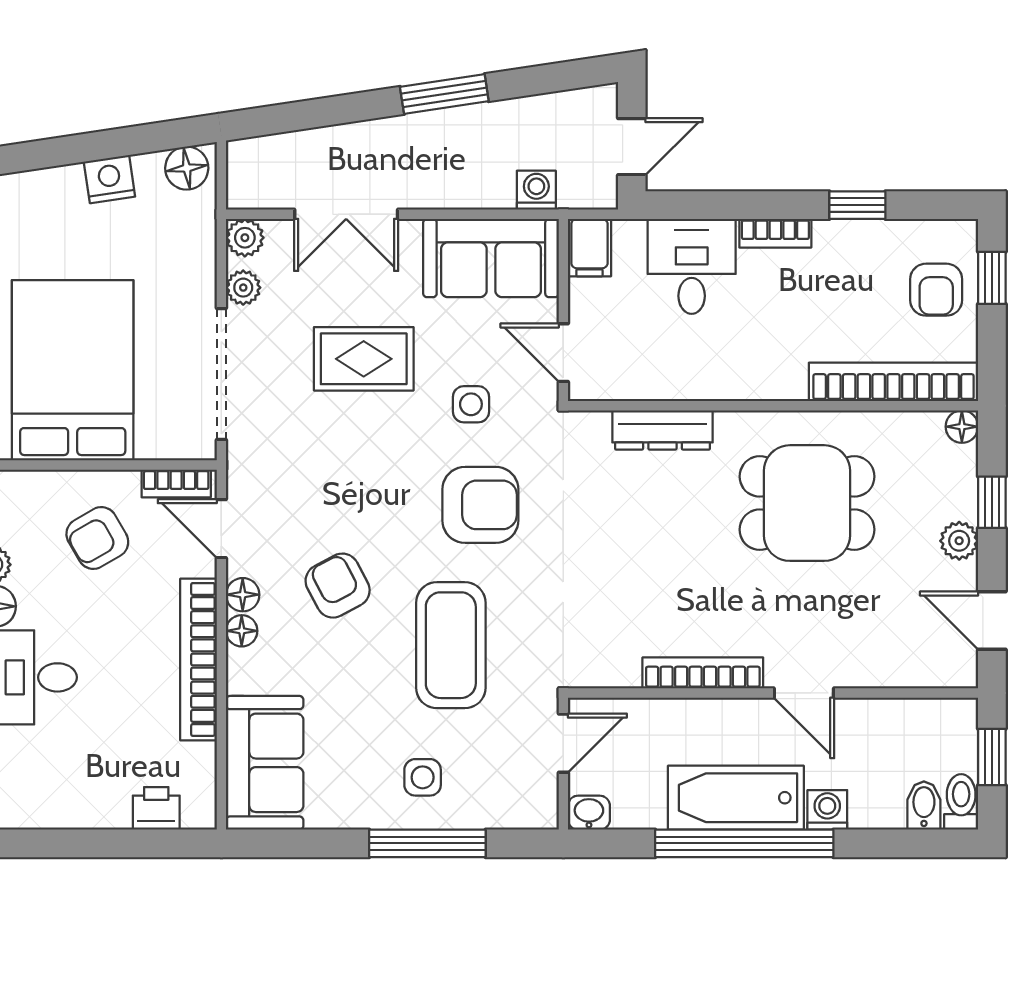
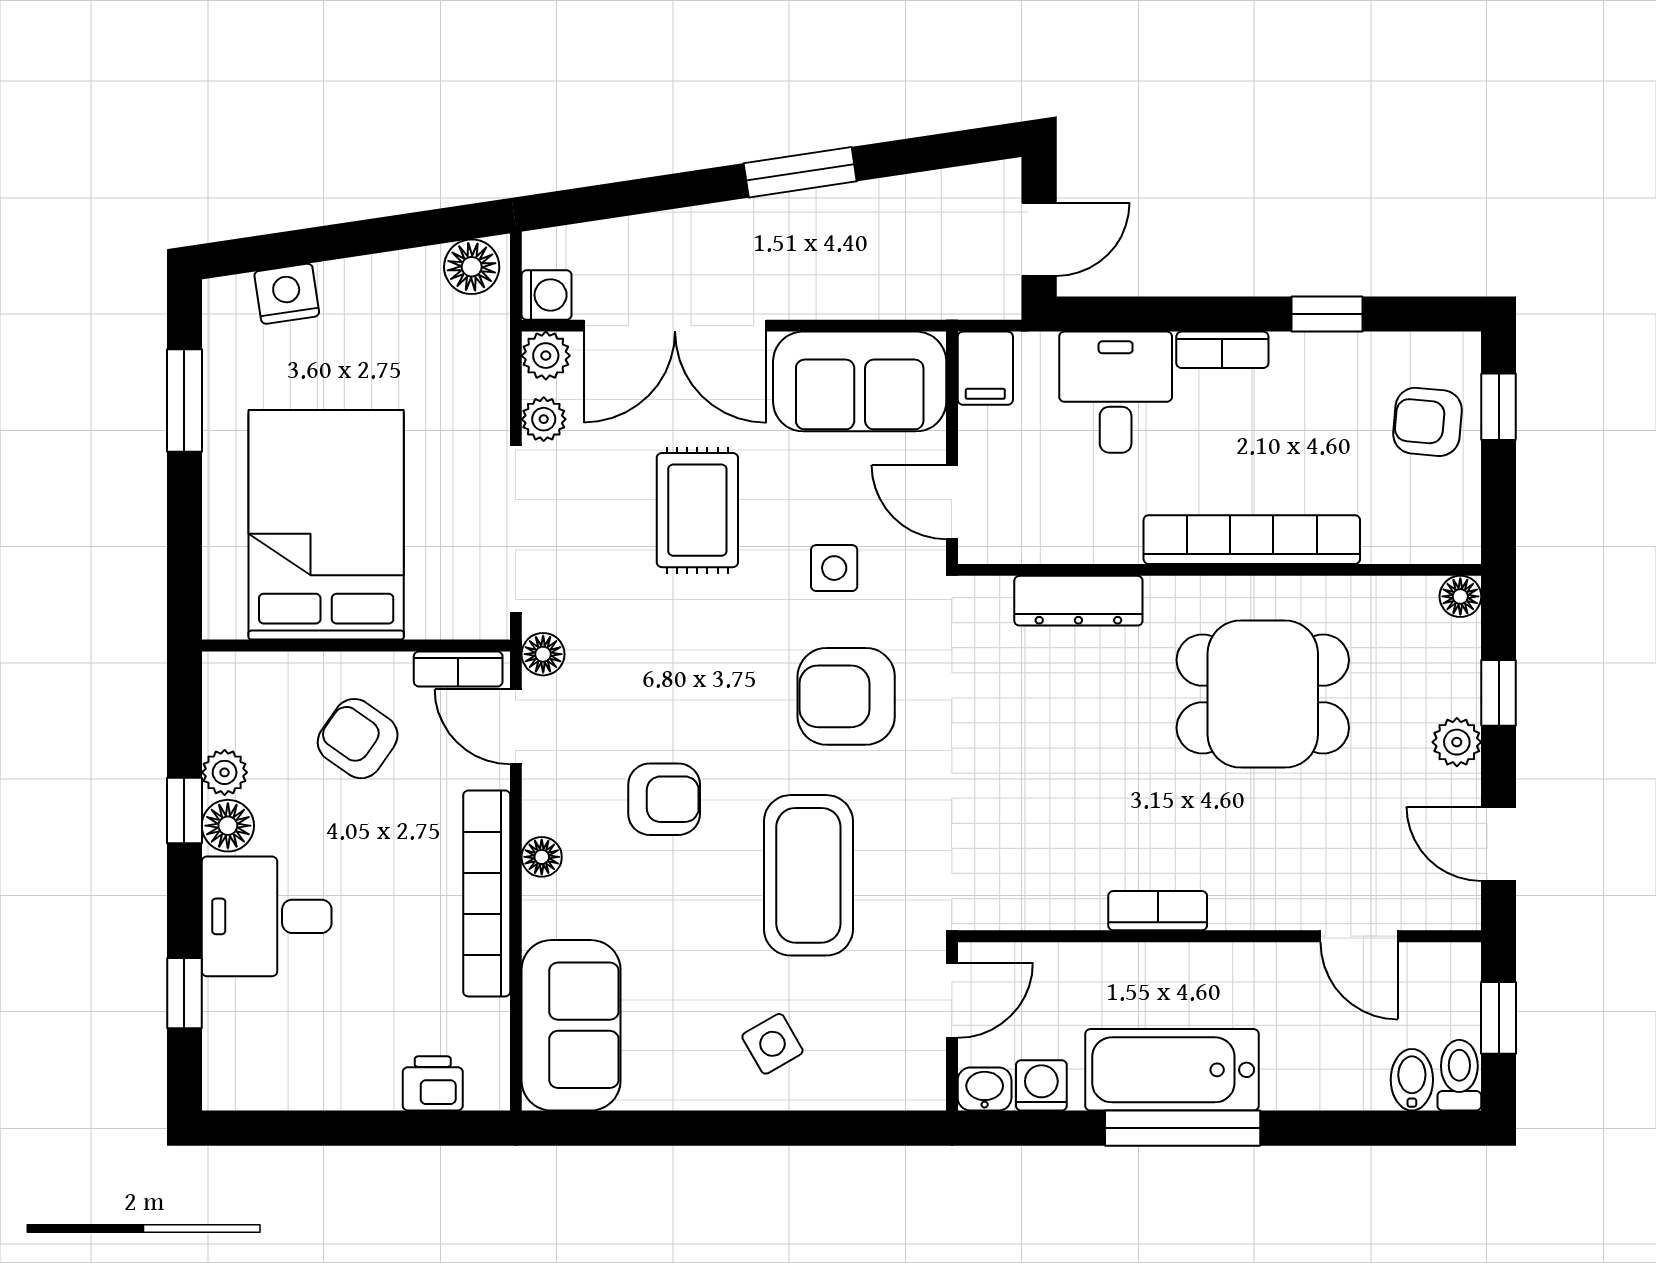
nightstand: (109, 179) -> (287, 294), moved
washing machine: (536, 190) -> (547, 295), moved, turned 90
double door: (346, 214) -> (675, 326), width x1.37
armchair: (936, 290) -> (1427, 422), turned 95
rug: (364, 359) -> (697, 510), turned 90
bookcase: (893, 382) -> (1252, 540), moved
armchair: (480, 505) -> (846, 696), turned 180
armchair: (97, 538) -> (358, 739), turned 65
armchair: (338, 586) -> (664, 799), turned 118
floor lamp: (243, 595) -> (543, 654), moved
bookcase: (703, 673) -> (1158, 911), width x0.64
door: (804, 693) -> (1359, 936), moved
side table: (423, 777) -> (772, 1044), turned -30
washing machine: (827, 810) -> (1041, 1085), moved
window: (427, 843) -> (779, 1128), removed
window: (744, 843) -> (1183, 1128), width x0.68

